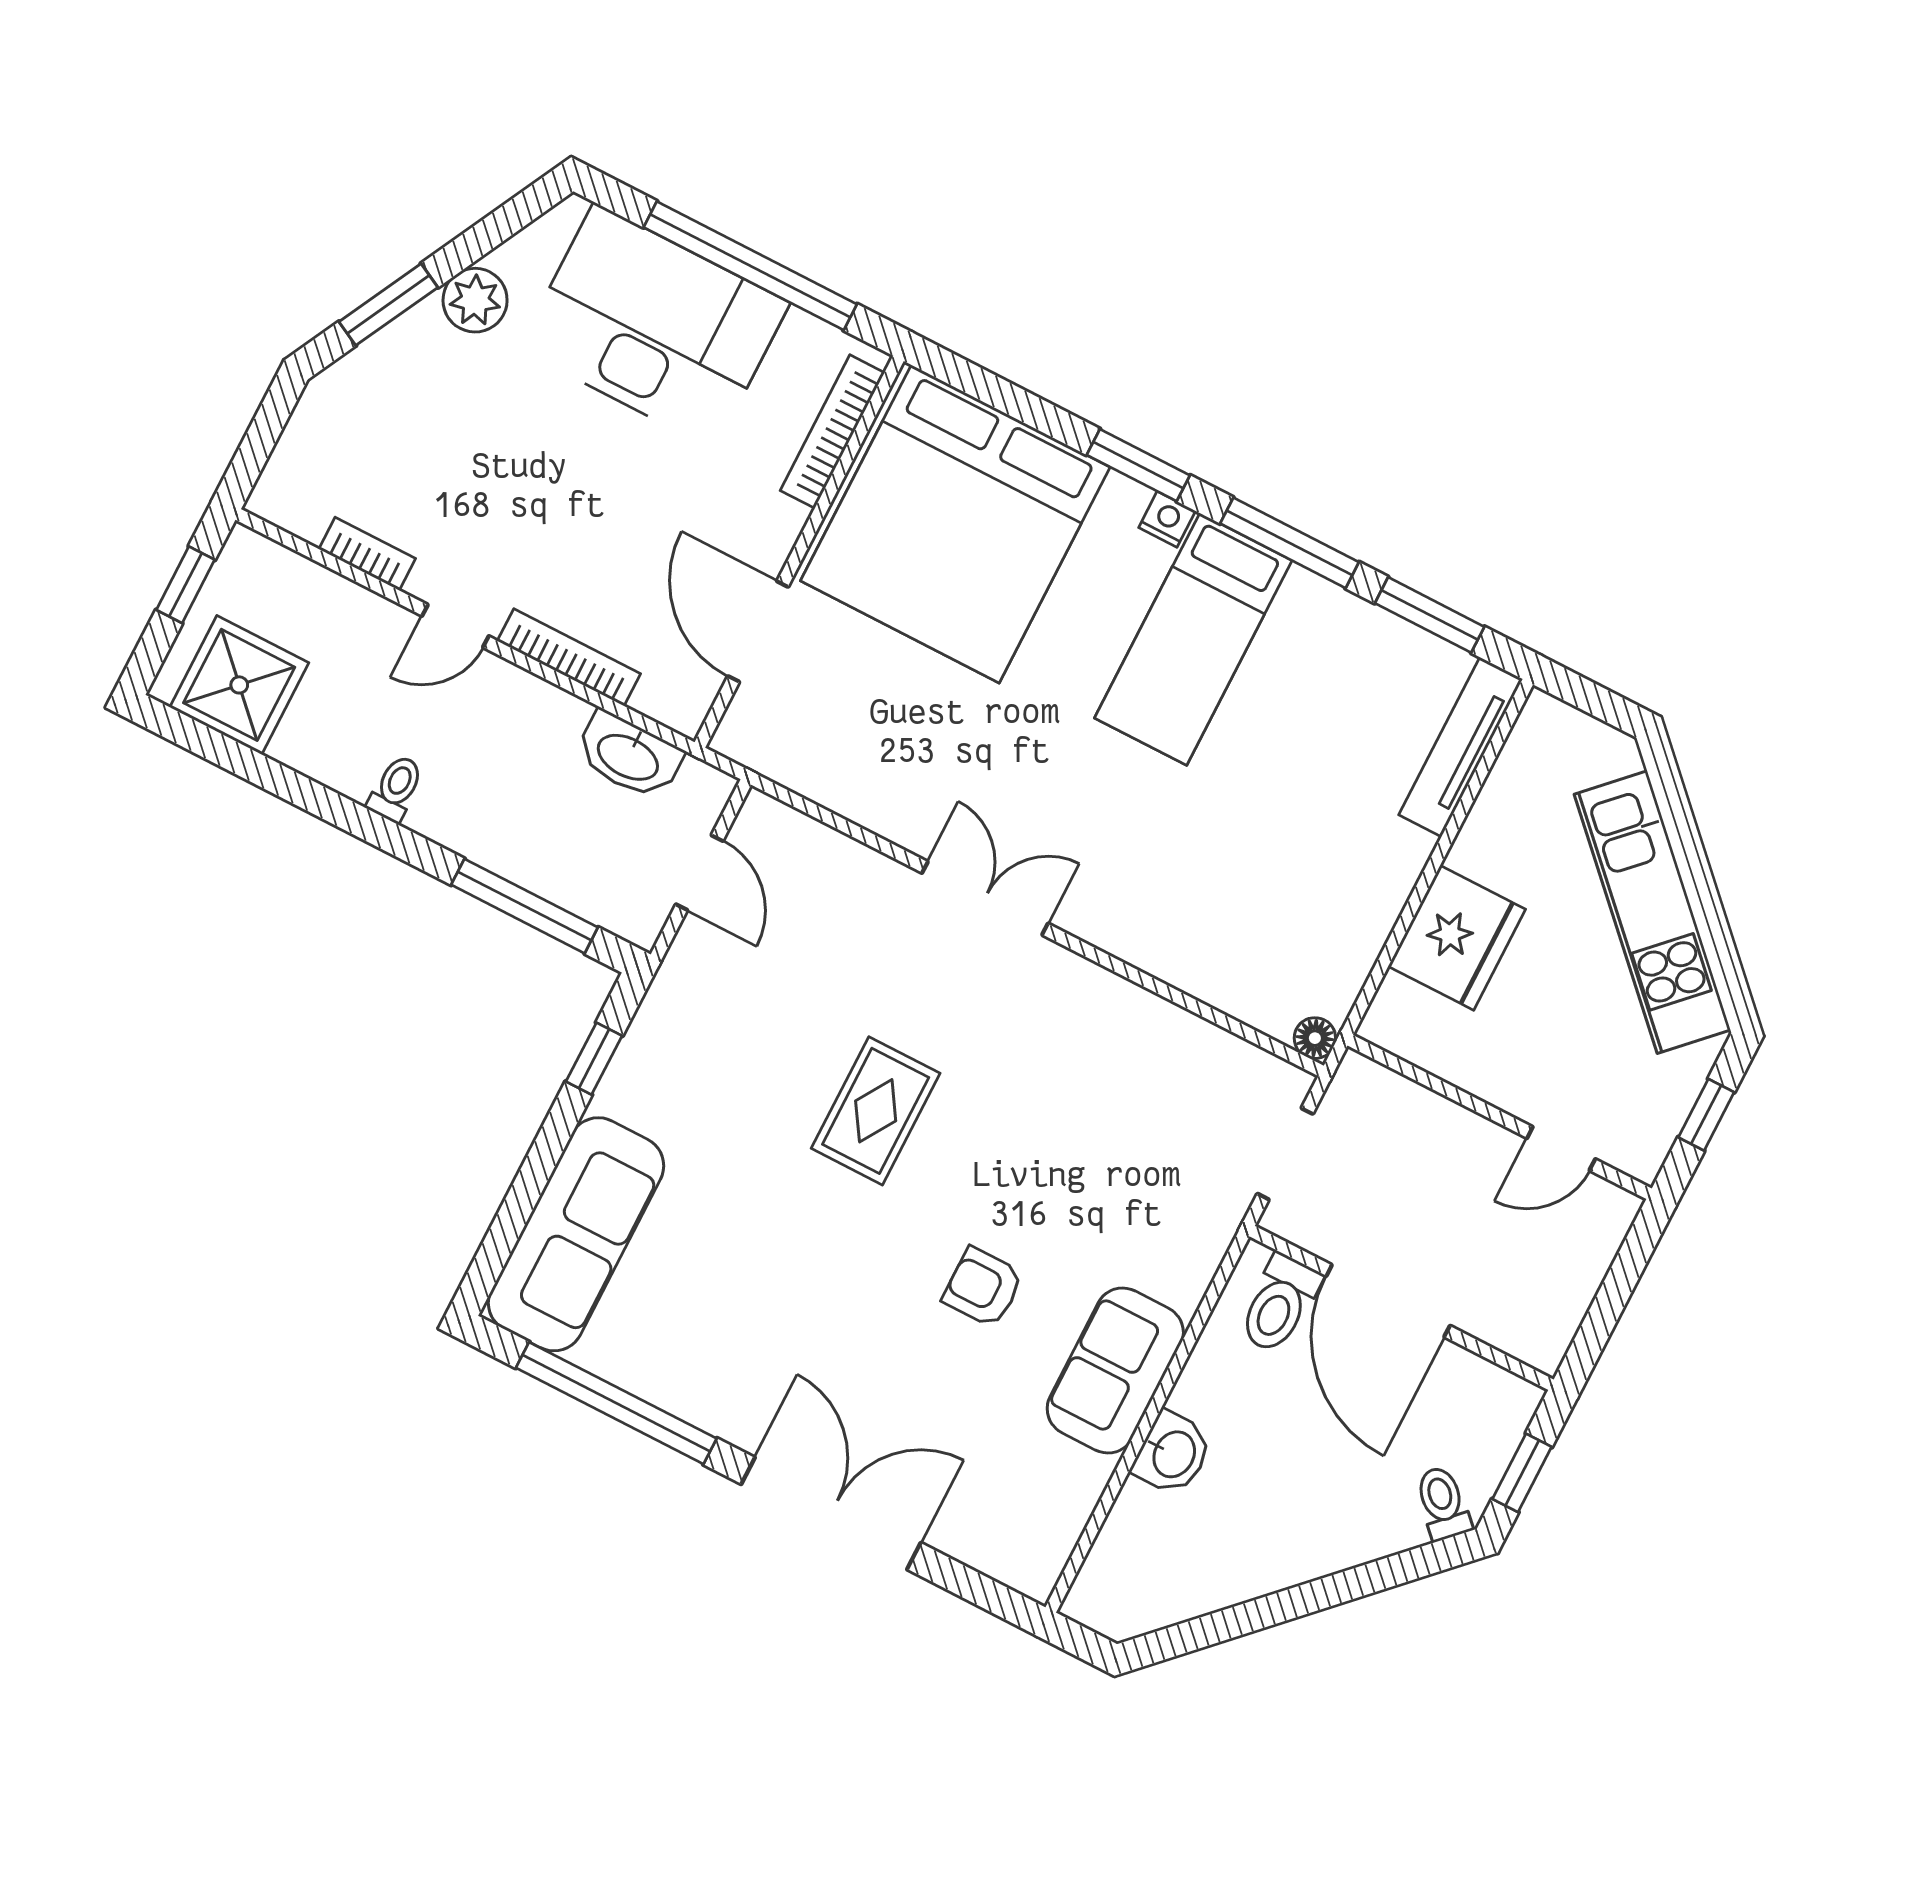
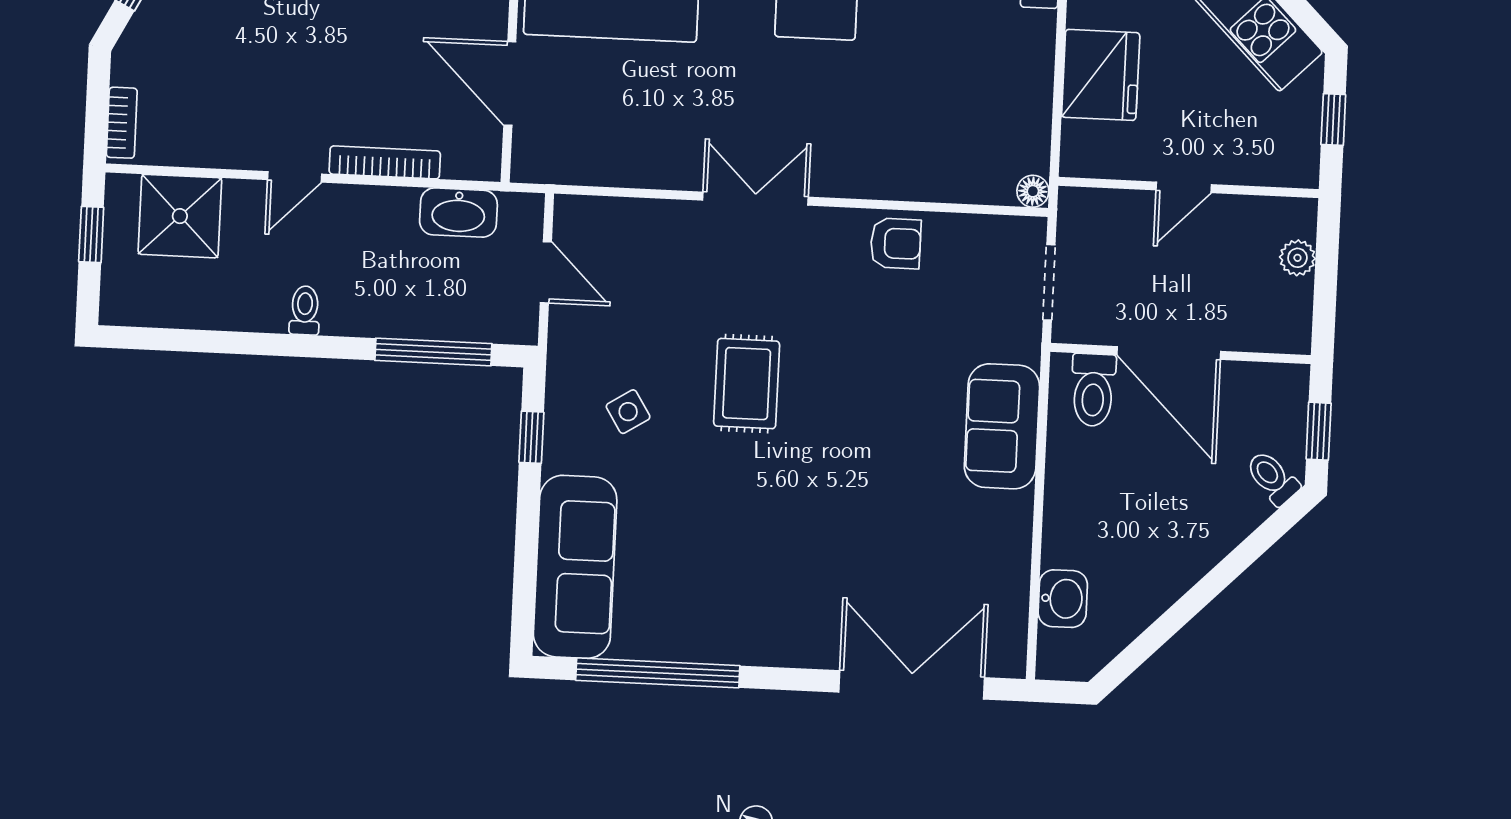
bookcase: (367, 554) -> (122, 123), moved, turned 90
shower: (239, 685) -> (180, 216), moved
side table: (721, 1080) -> (628, 412), added
door: (1561, 1149) -> (1184, 187), moved
plant: (1590, 1258) -> (1297, 258), added
armchair: (983, 1287) -> (896, 243), moved, turned 180
sofa: (1115, 1370) -> (1002, 426), moved
washbasin: (1173, 1453) -> (1063, 599), moved
double door: (831, 1513) -> (912, 685), moved

